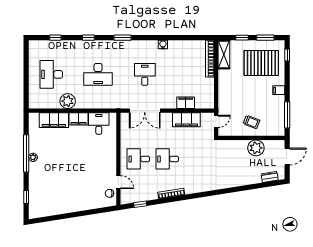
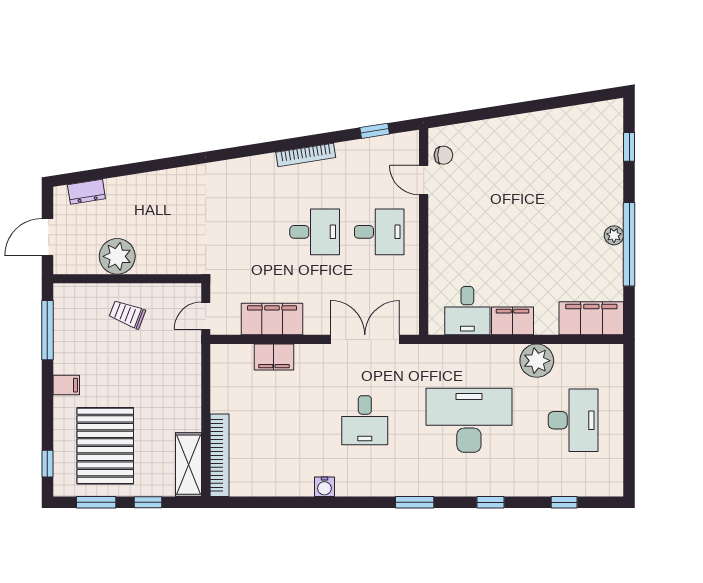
pallet: (261, 63) -> (105, 446), turned 90
desk: (98, 74) -> (469, 420), width x1.36, depth x1.30
filing cabinet: (54, 120) -> (591, 318), moved

